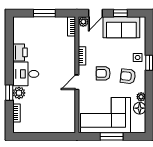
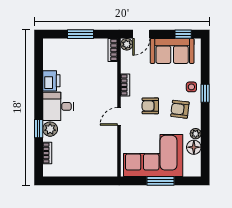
window: (120, 13) -> (183, 34), moved

